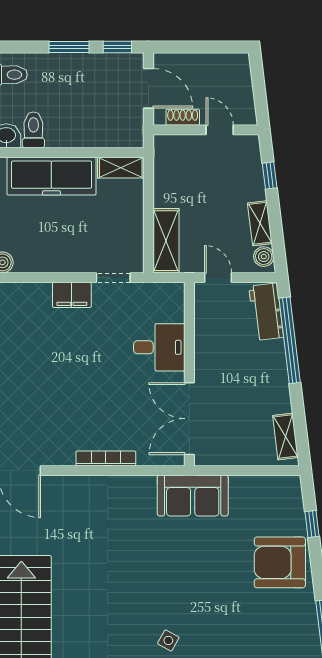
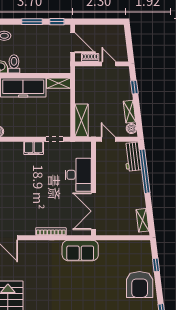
desk: (159, 347) -> (78, 175), width x1.37
sofa: (193, 496) -> (80, 250), moved
armchair: (280, 562) -> (140, 285), turned -90

